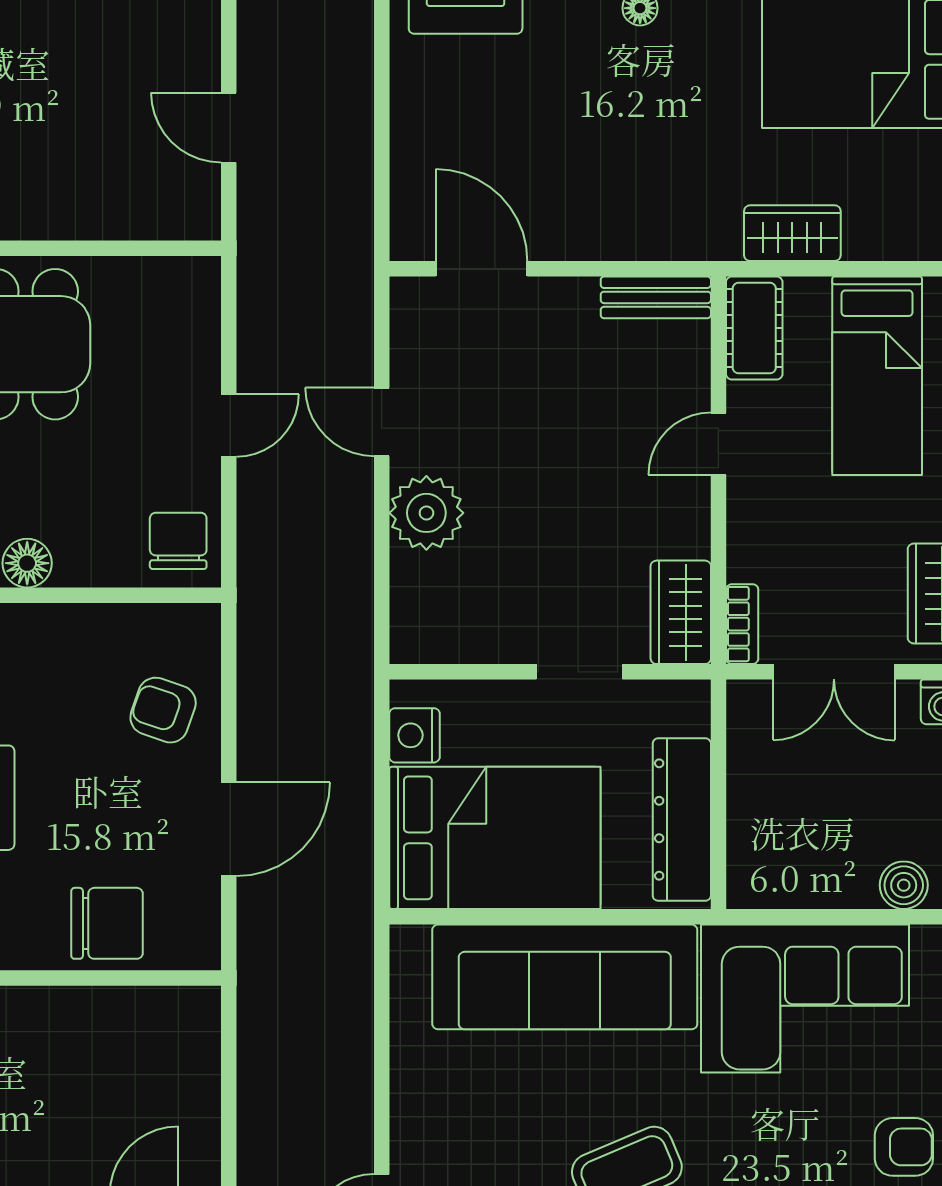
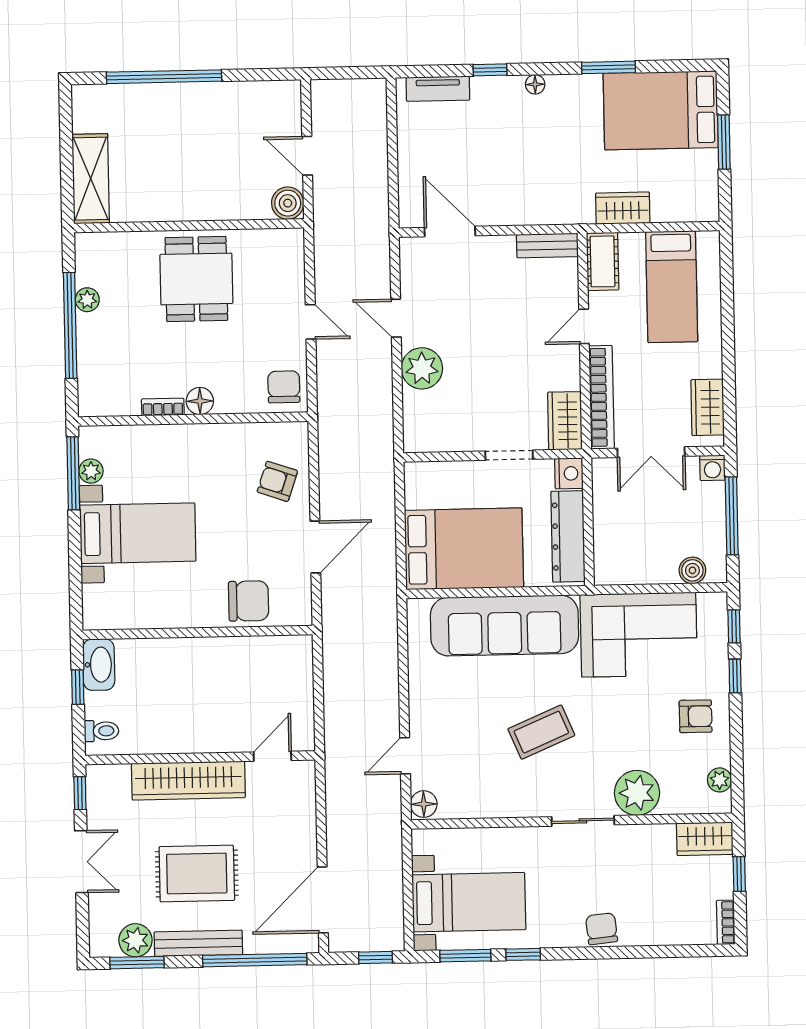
boiler: (192, 212) -> (288, 203), added
door: (229, 425) -> (311, 322), hinge flipped
bookcase: (742, 624) -> (601, 397), width x2.31, depth x1.31
nightstand: (414, 735) -> (569, 473), moved, turned 180

